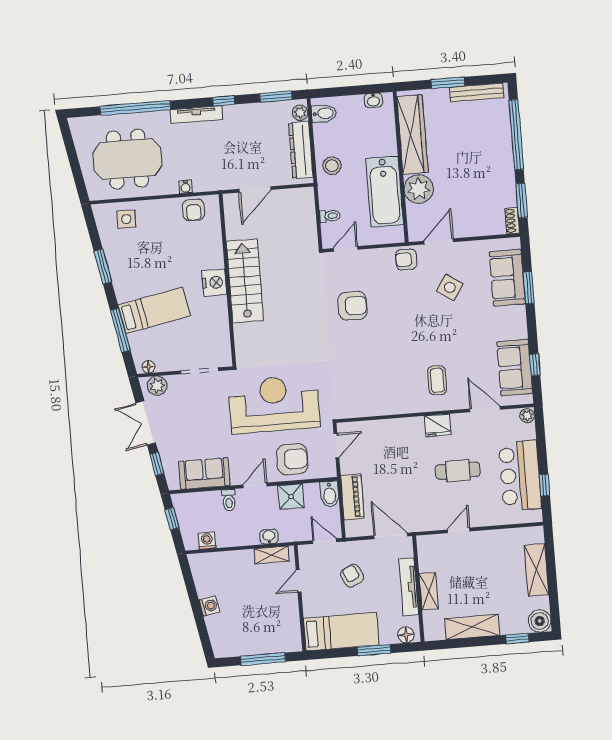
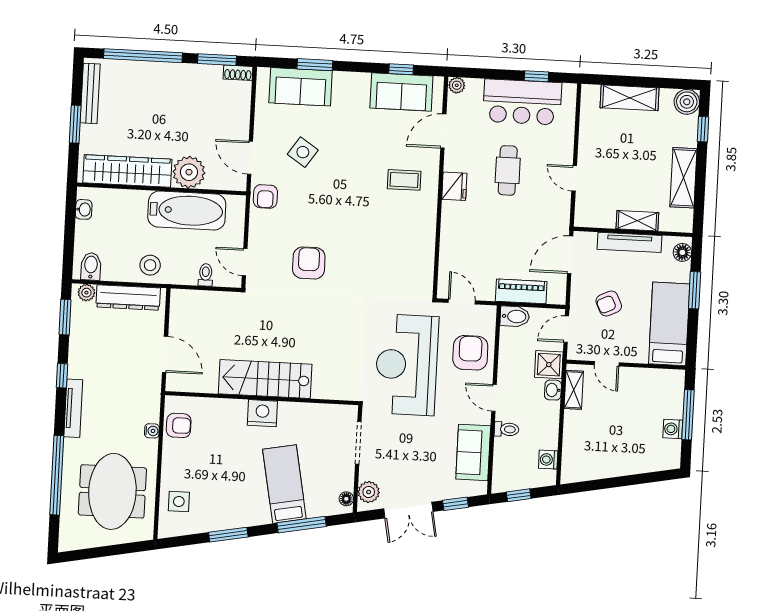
shower: (291, 496) -> (549, 365), moved
washing machine: (209, 606) -> (673, 429), moved, turned -79

